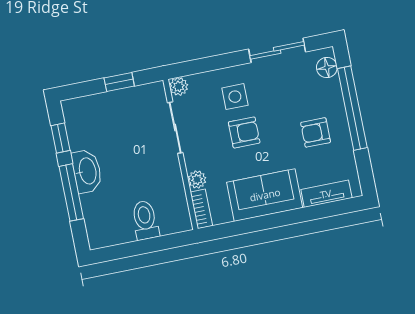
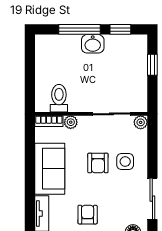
window: (119, 82) -> (152, 65), moved
washbasin: (87, 171) -> (93, 44), width x0.72
toilet: (145, 220) -> (59, 98), moved, turned -90

